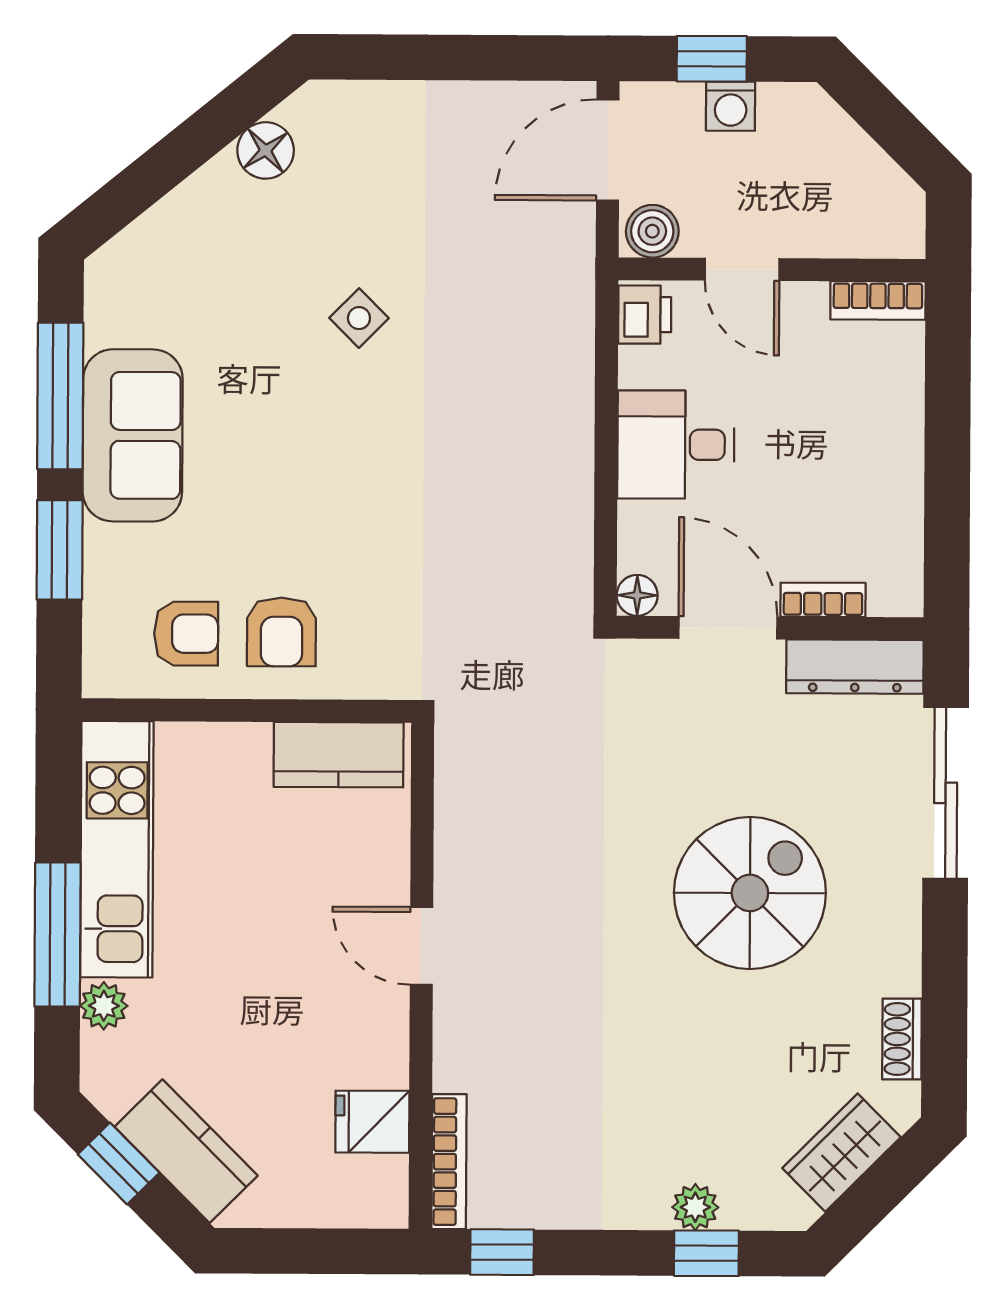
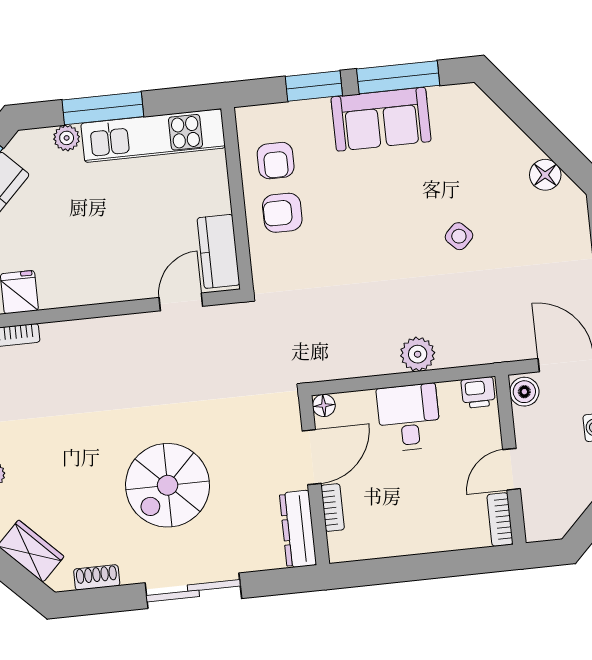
door: (742, 269) -> (512, 469), moved
plant: (563, 416) -> (418, 354), added
sliding door: (946, 793) -> (193, 591), moved
spiral stairs: (750, 893) -> (168, 485), turned 90
door: (421, 946) -> (181, 302), moved

